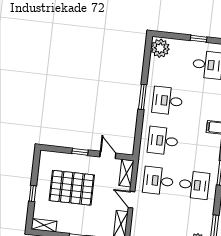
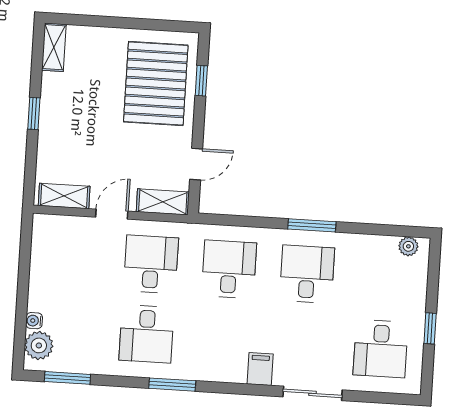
plant: (160, 48) -> (408, 246), width x0.53, depth x0.53
window: (80, 152) -> (201, 81), moved
pallet: (72, 188) -> (156, 83), moved
window: (33, 194) -> (114, 22), removed

